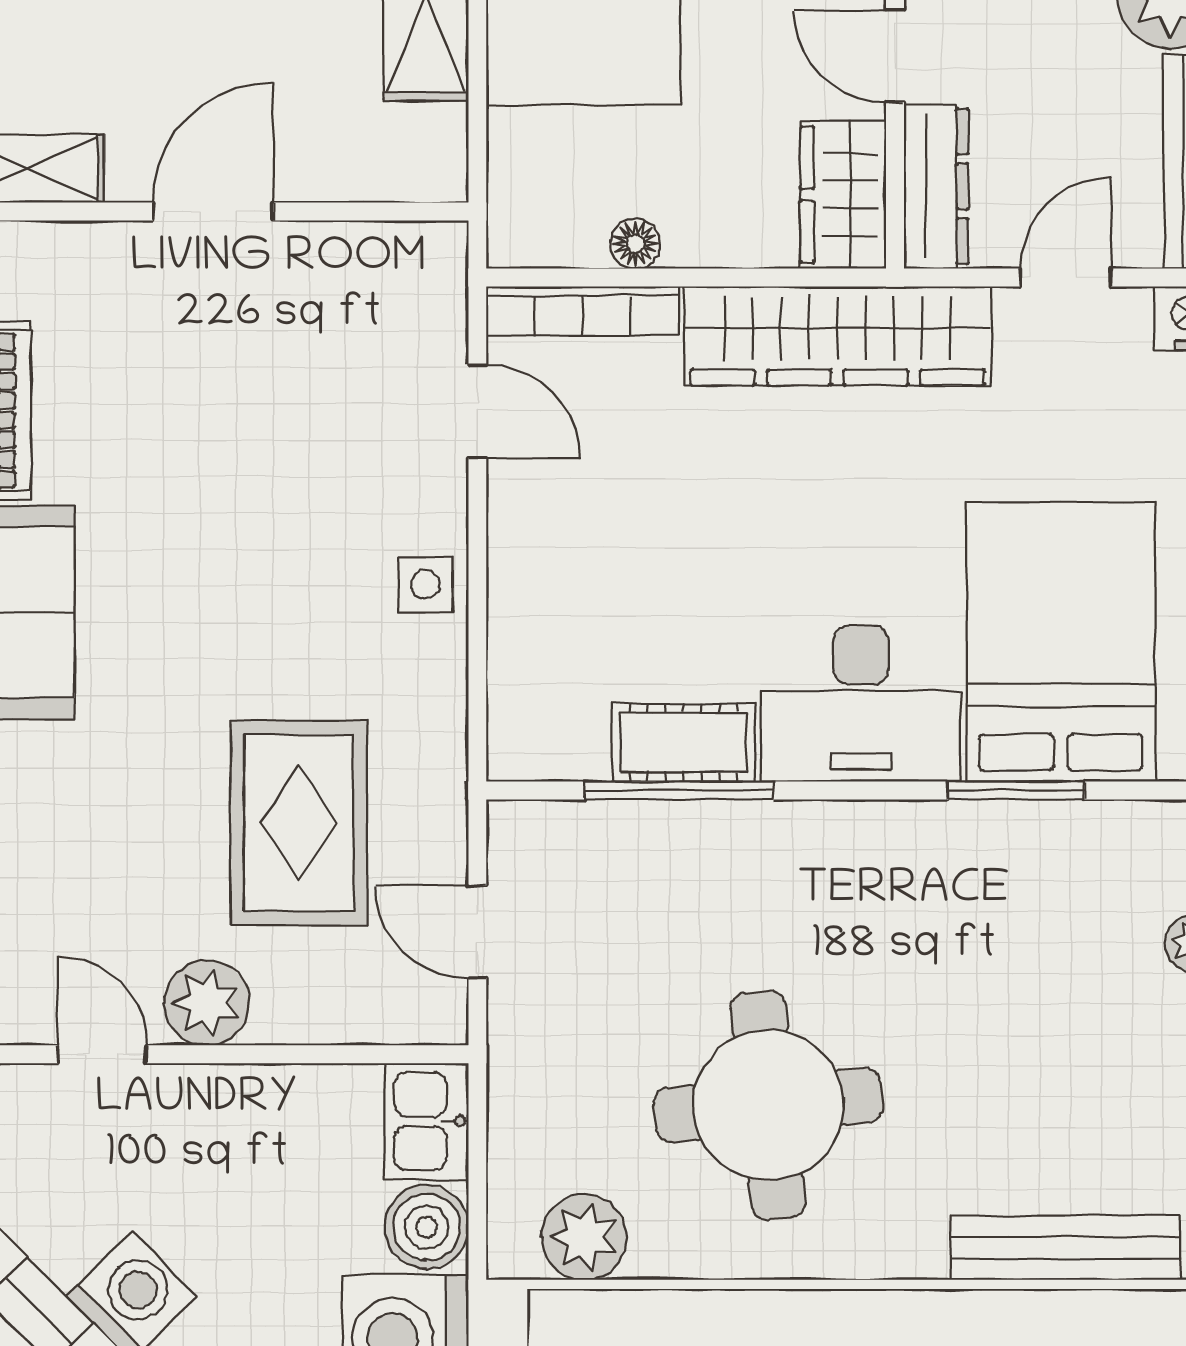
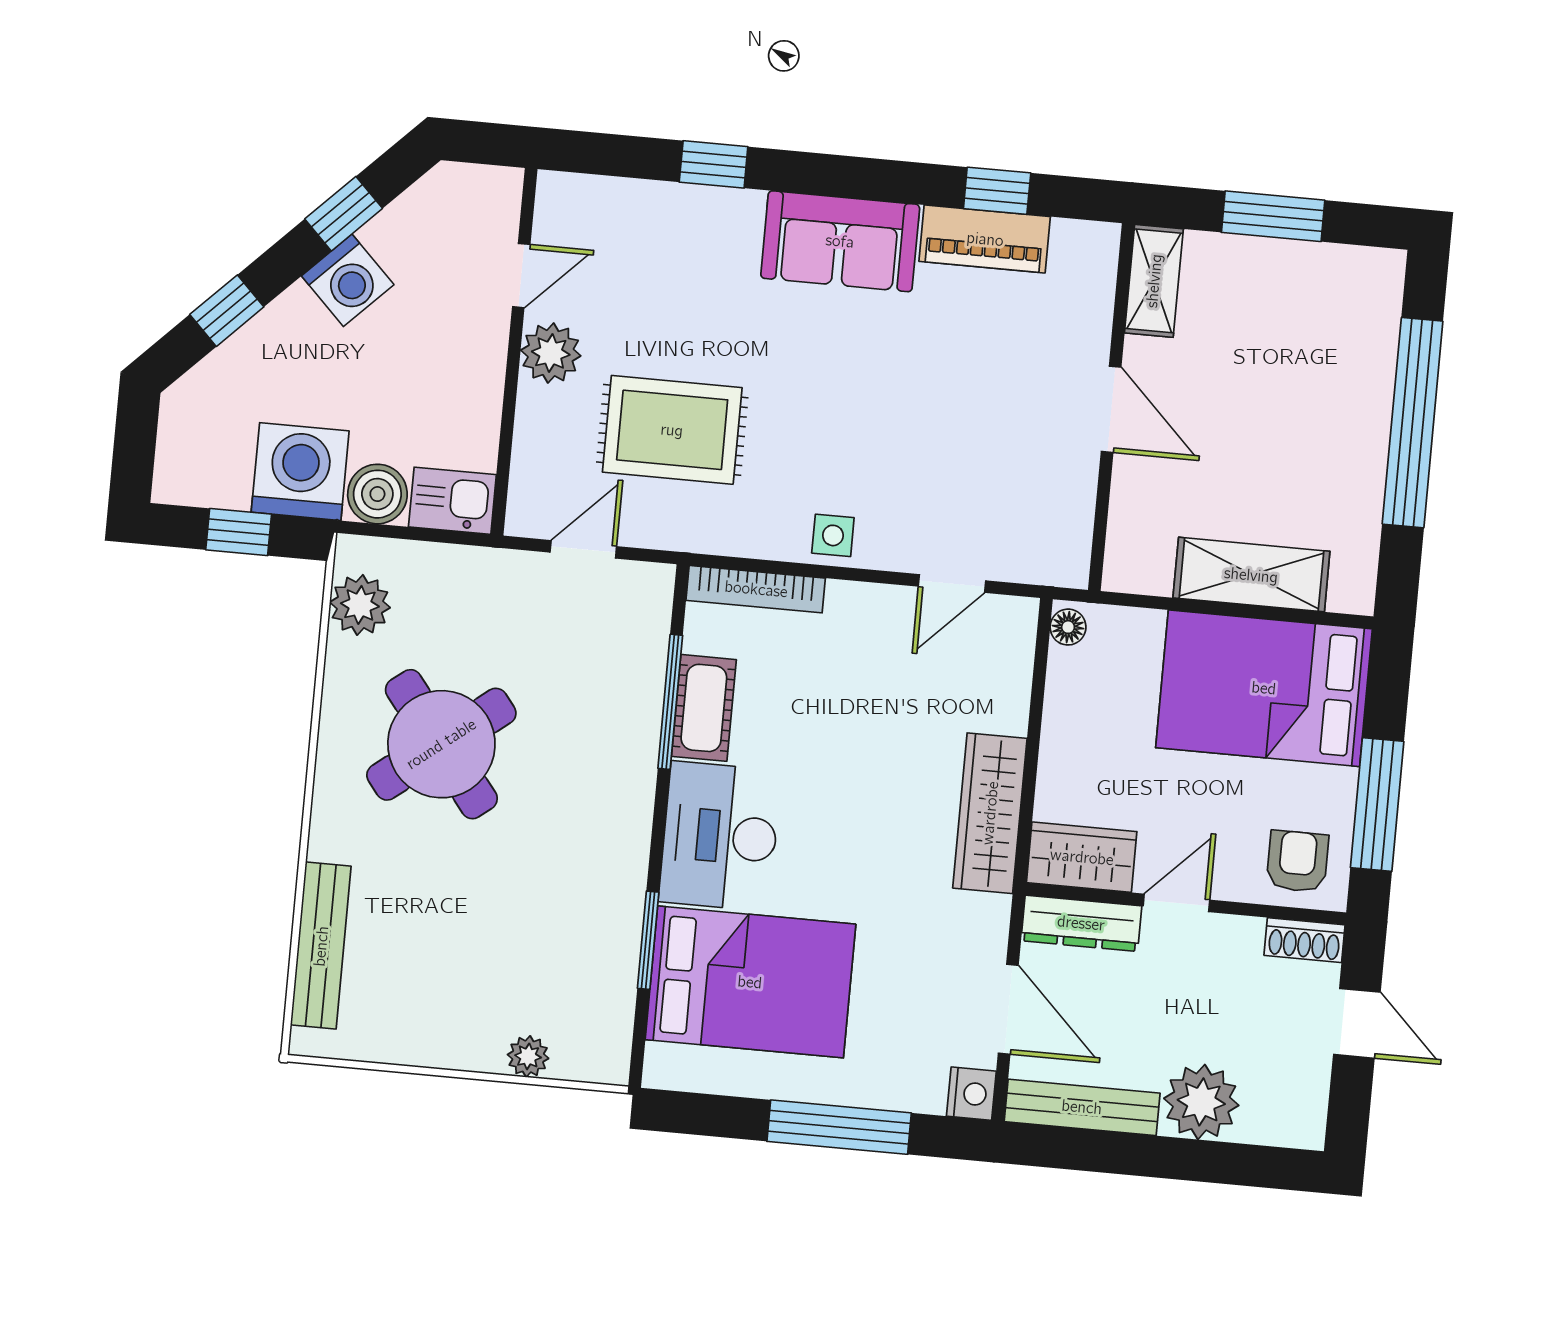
floor lamp: (635, 244) -> (1068, 627), moved
door: (1066, 277) -> (1008, 1009), width x1.38
bookcase: (582, 311) -> (756, 589), moved, turned -90
wardrobe: (838, 336) -> (990, 813), width x0.71, depth x0.85
round table: (768, 1105) -> (441, 744), turned -32

